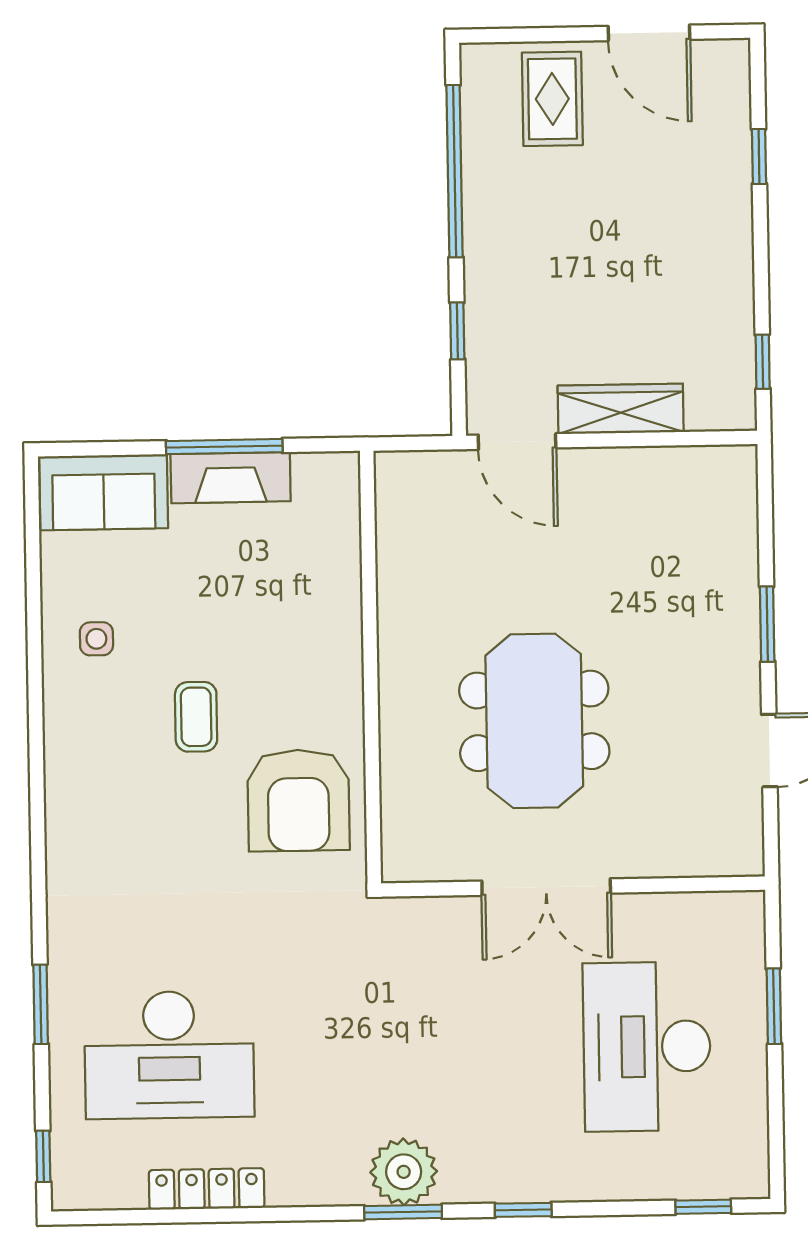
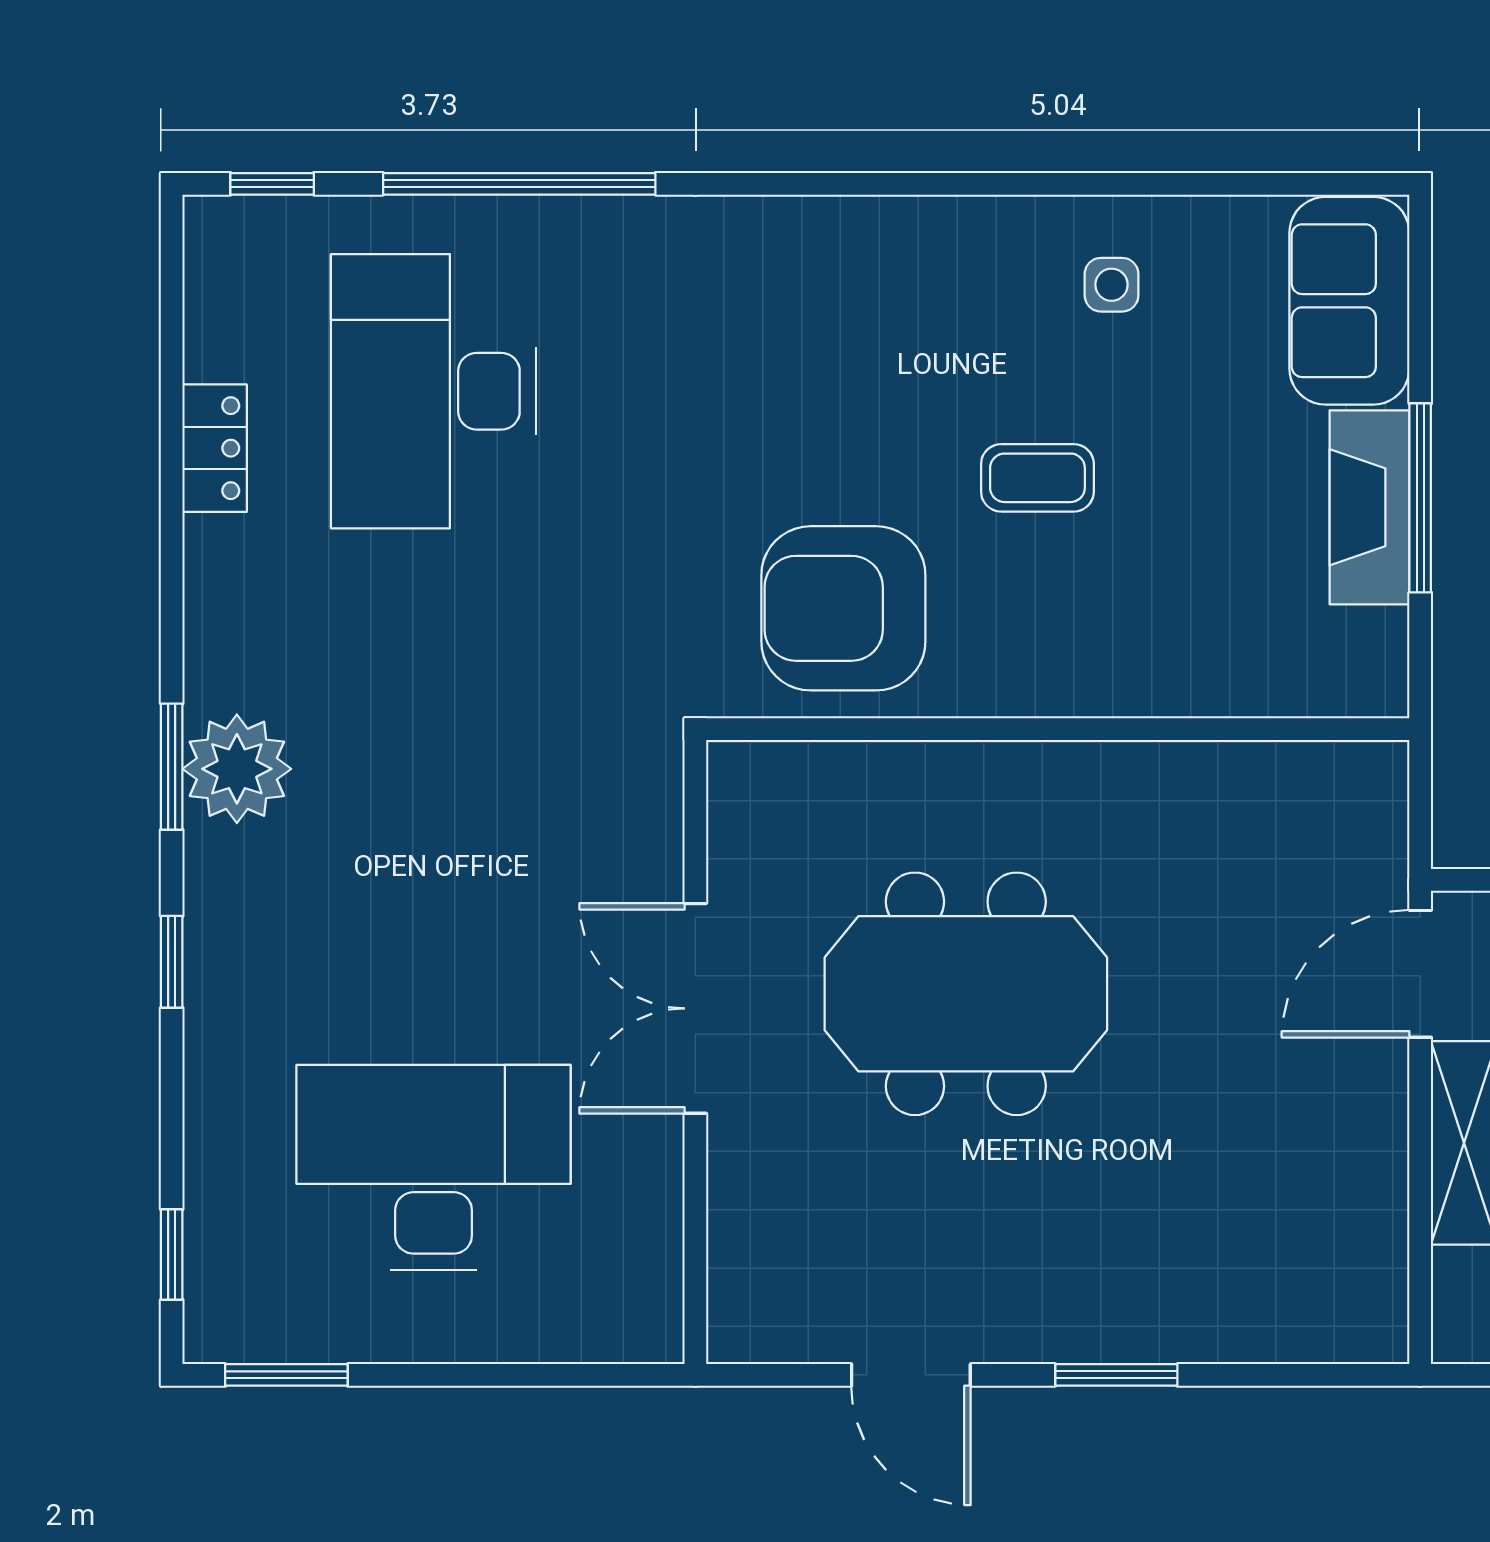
coffee table: (196, 717) -> (1037, 478), moved
window: (41, 1004) -> (519, 184), width x2.11
window: (774, 1006) -> (286, 1375), moved
locker: (207, 1189) -> (215, 448), width x0.66

